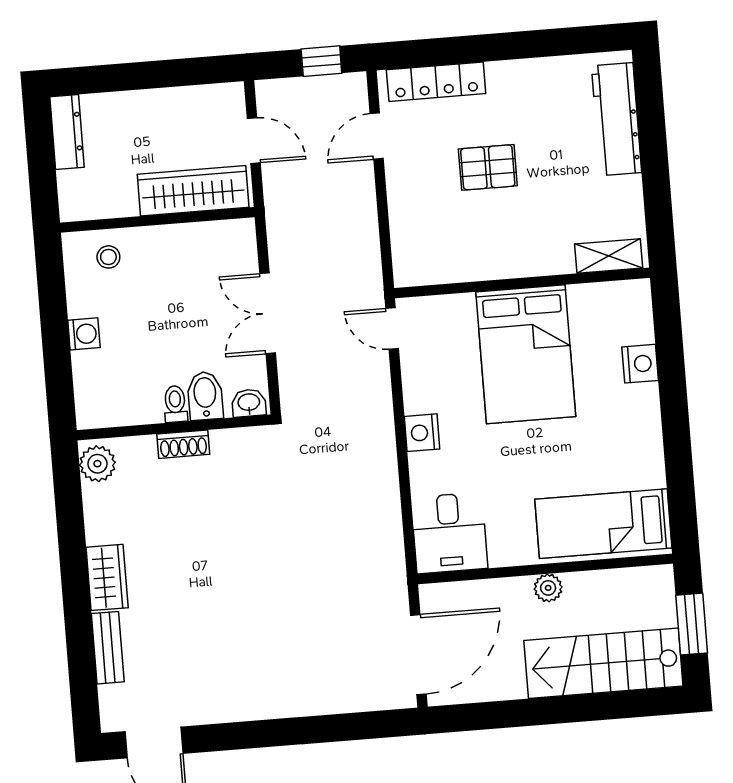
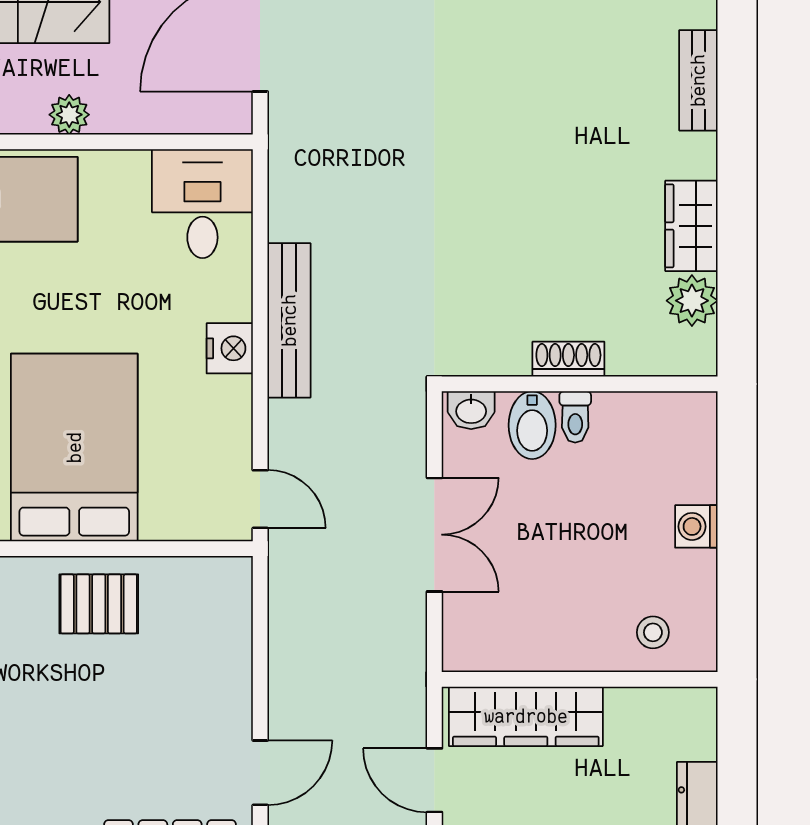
pallet: (488, 167) -> (99, 604), moved
bench: (382, 456) -> (289, 320), added
plant: (97, 464) -> (692, 301), moved
wardrobe: (107, 577) -> (691, 226), moved

